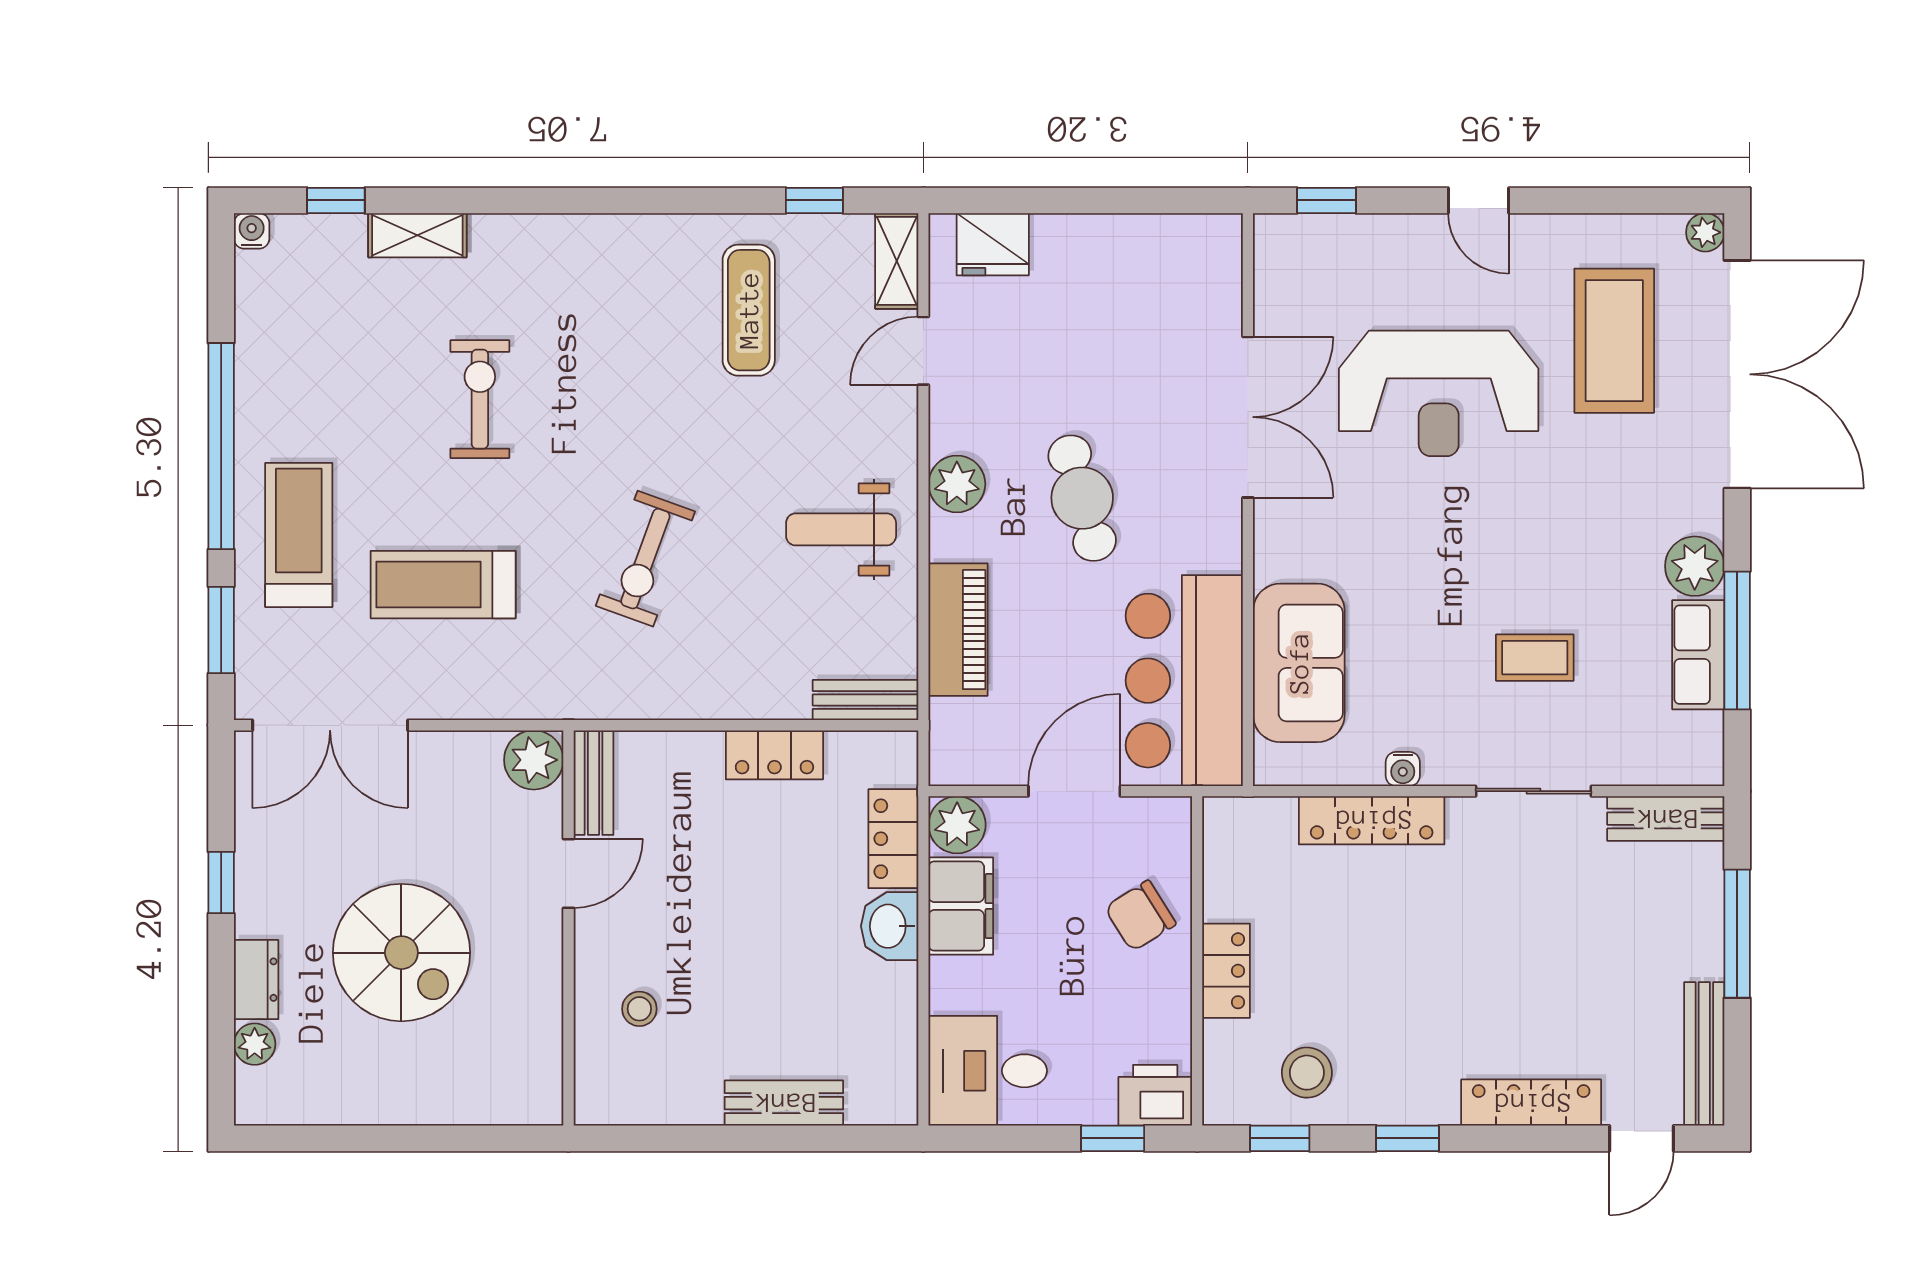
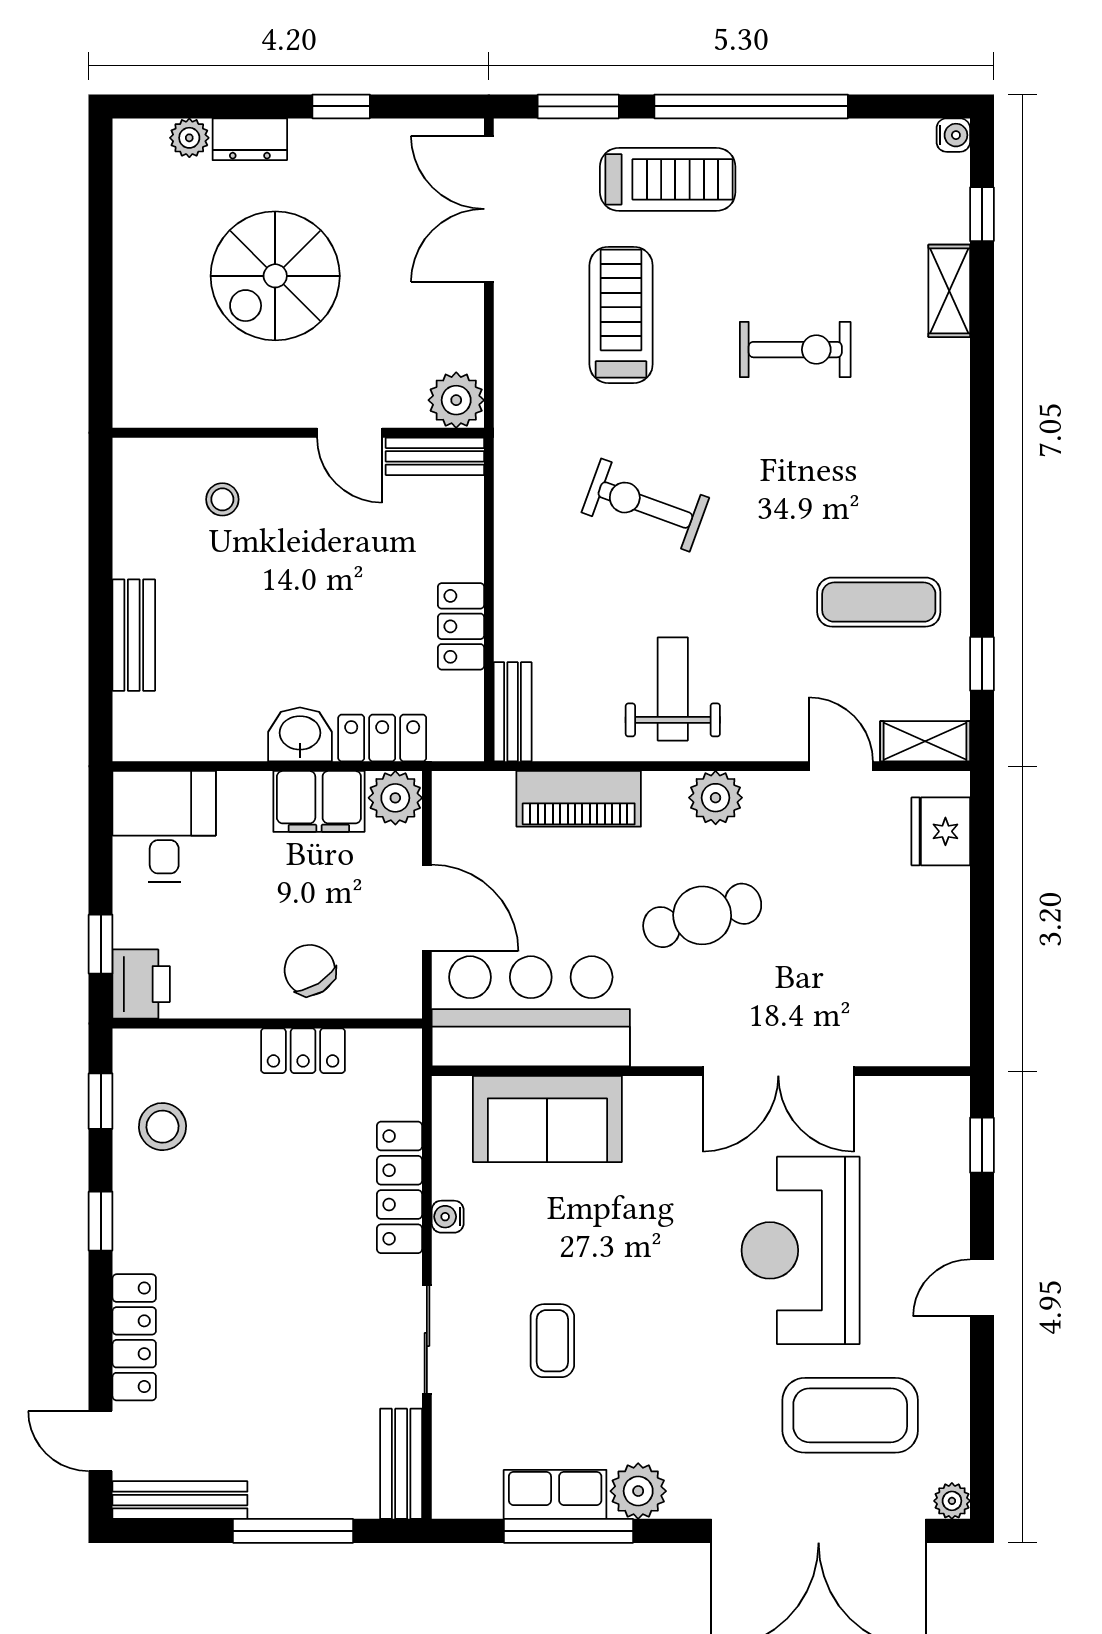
locker: (1226, 971) -> (303, 1051), moved

